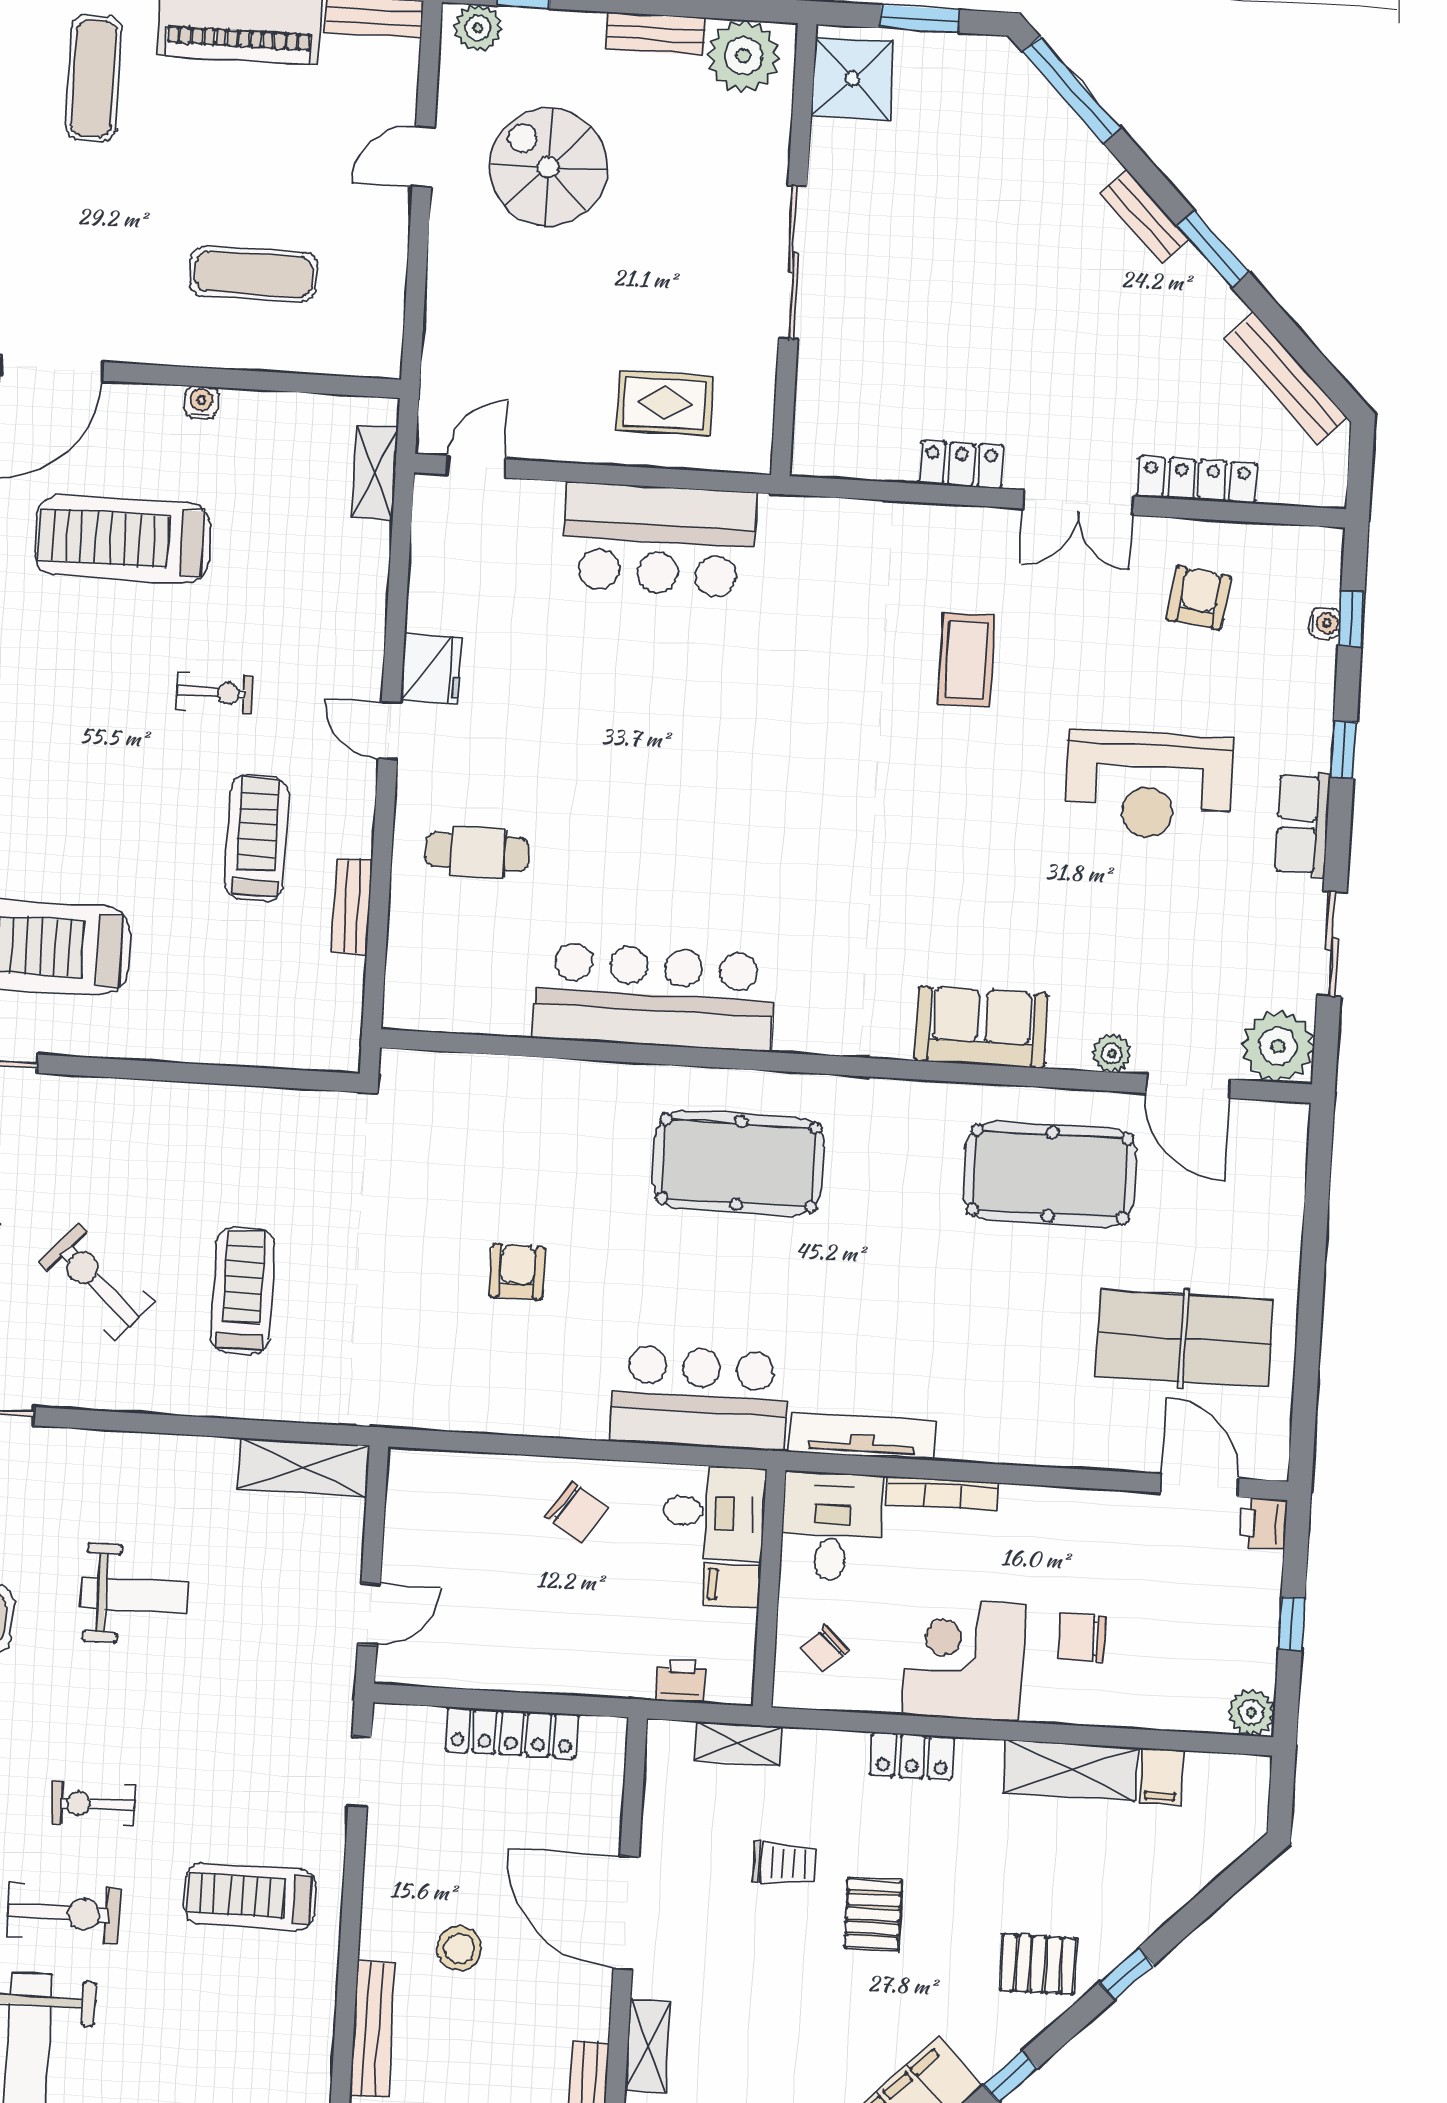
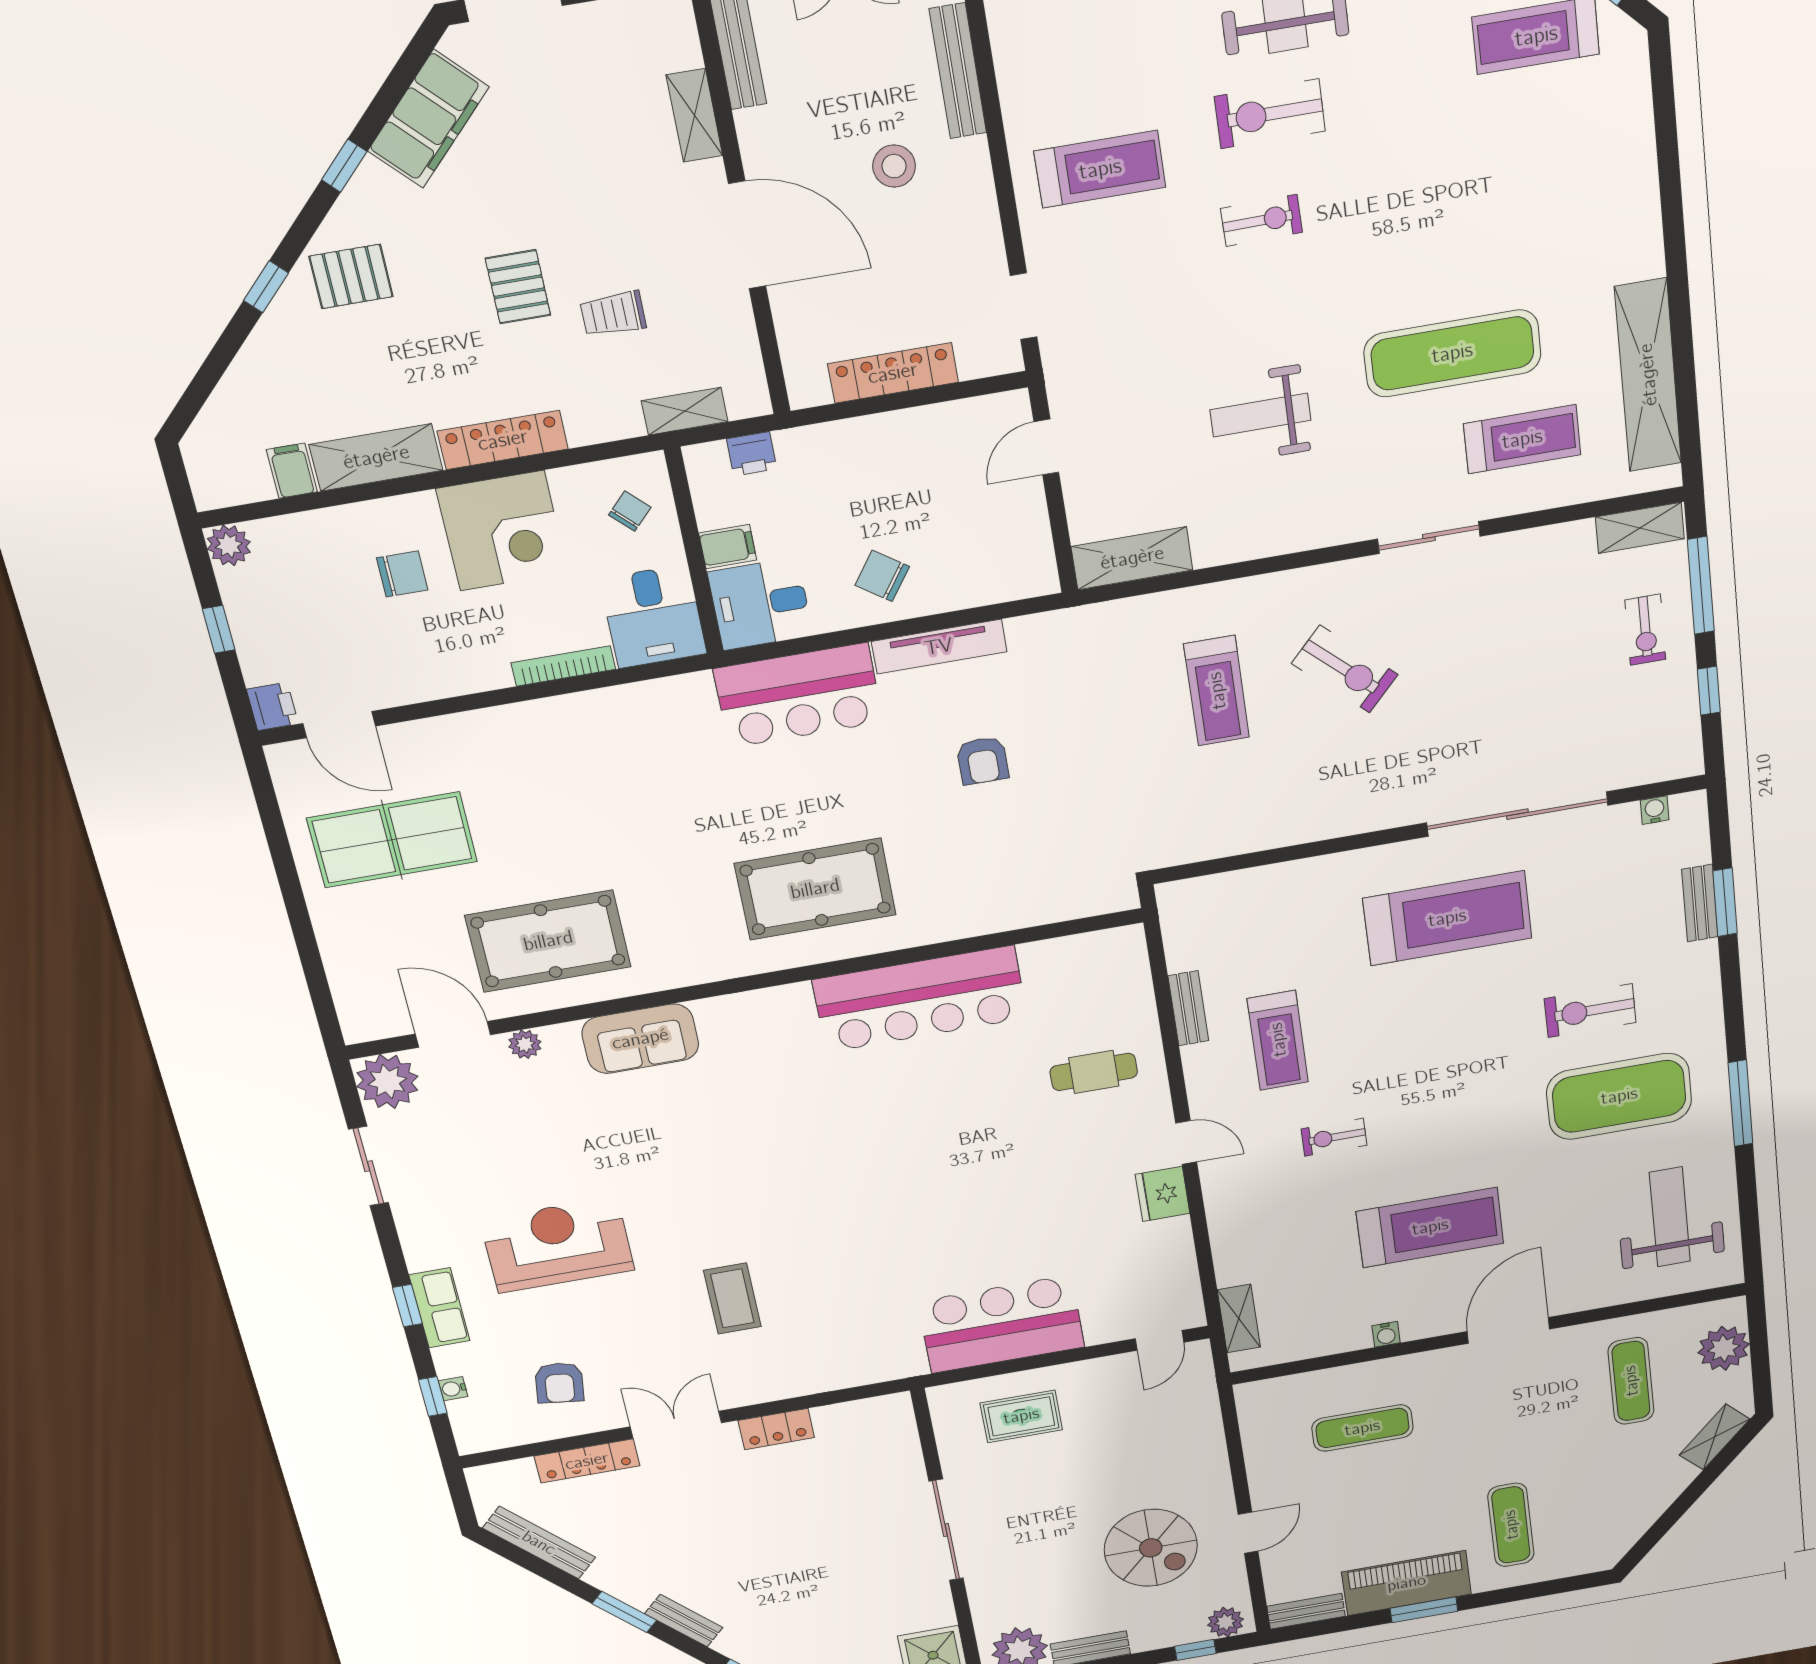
row of seats: (1303, 824) -> (439, 1308), moved
tv unit: (862, 1436) -> (939, 647), moved
locker: (912, 1756) -> (503, 440), width x1.53

